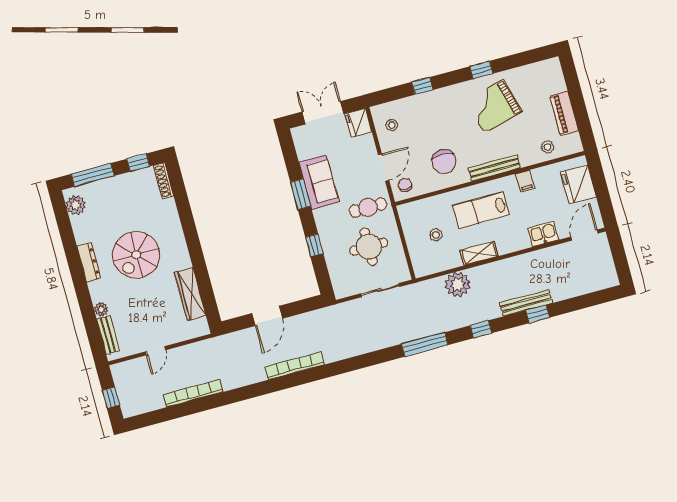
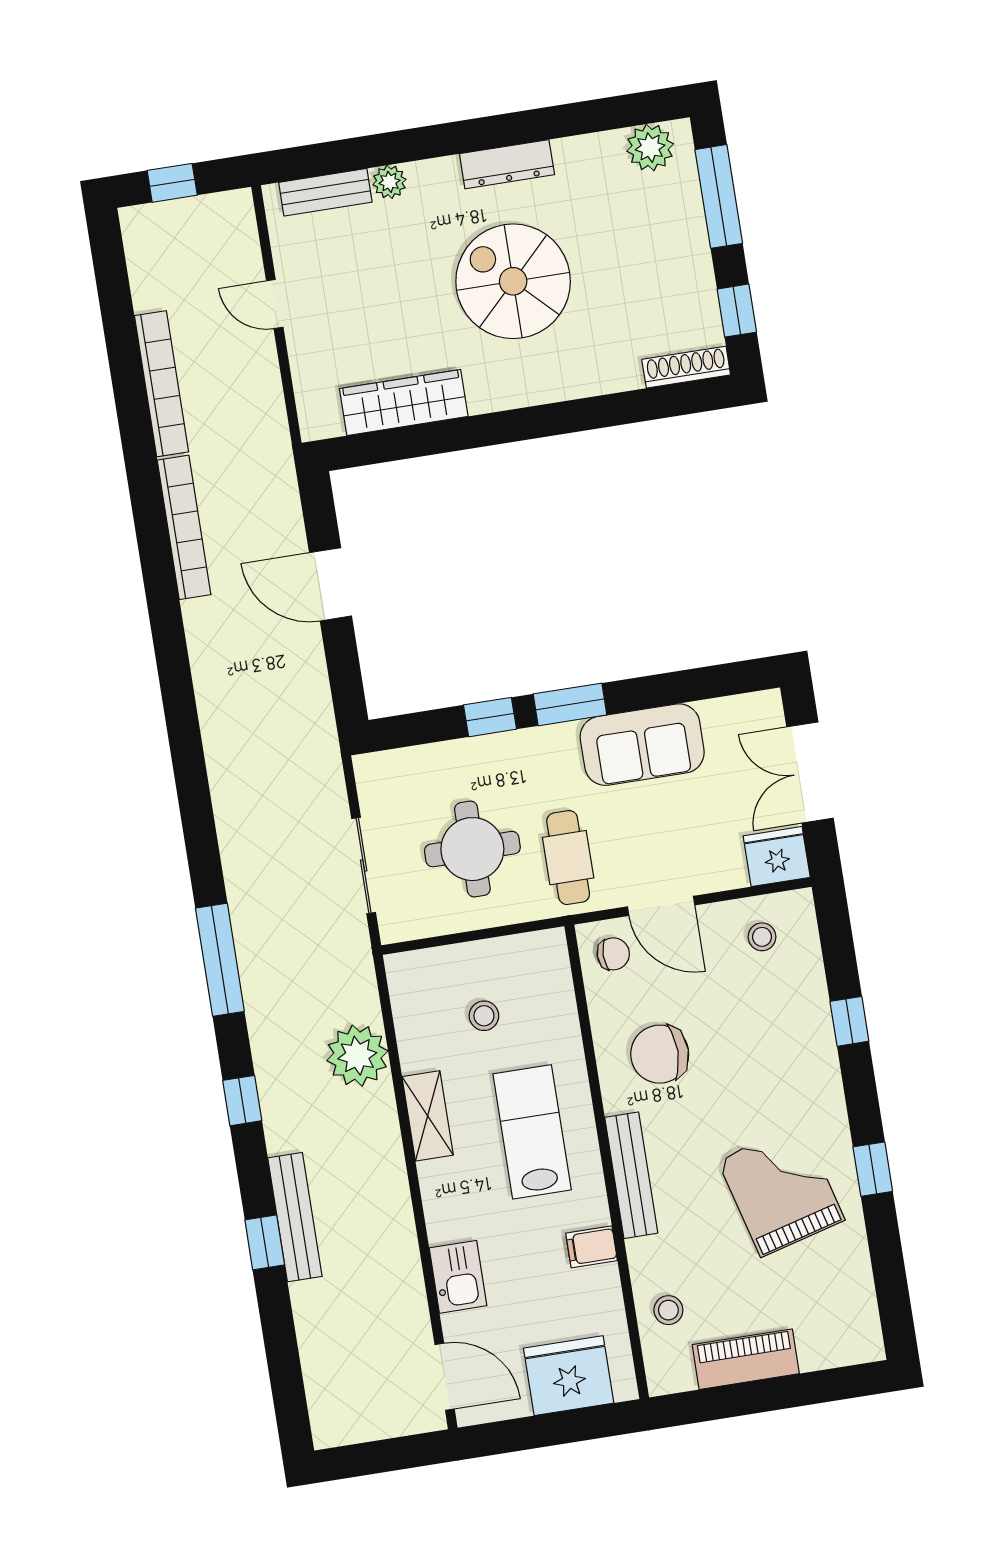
double door: (323, 113) -> (810, 773), swing flipped
window: (300, 194) -> (570, 704), moved
bookcase: (295, 366) -> (184, 527), moved

